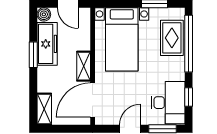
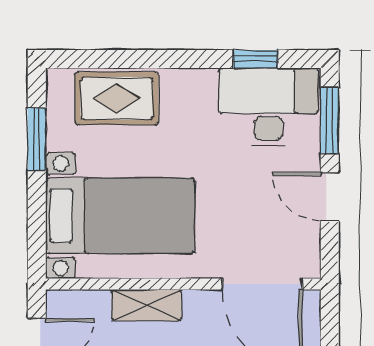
window: (189, 44) -> (130, 59), removed
shelving: (84, 66) -> (146, 305), moved

